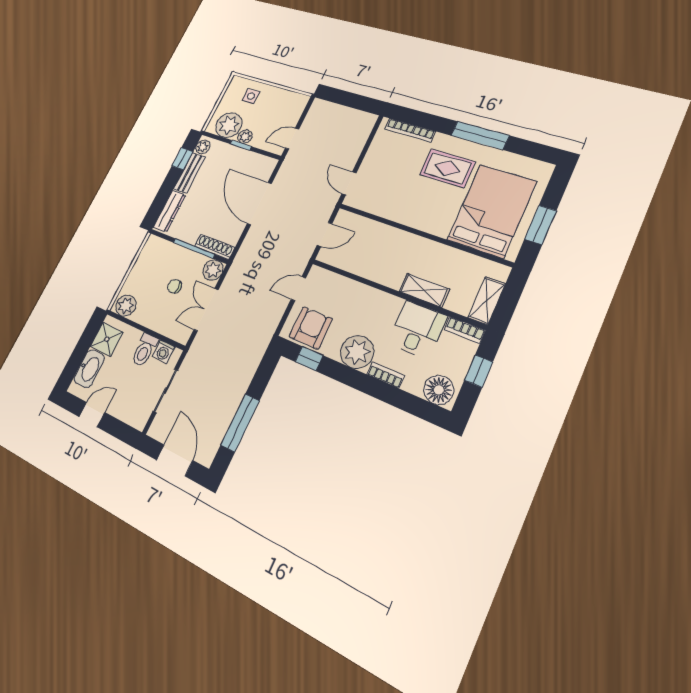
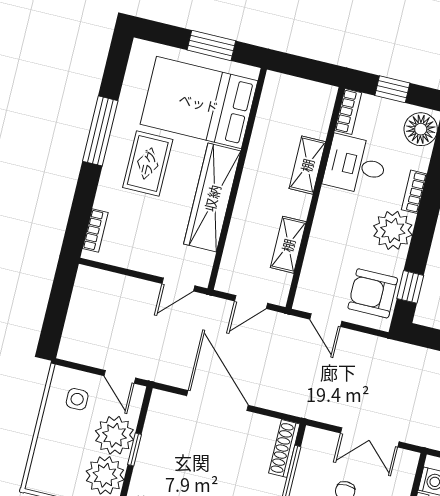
side table: (251, 96) -> (77, 399), moved
bookcase: (410, 130) -> (95, 230), width x0.64
plant: (245, 137) -> (115, 435), width x1.88, depth x1.88
door: (259, 204) -> (218, 401), swing flipped
wardrobe: (411, 214) -> (212, 198), added
door: (324, 234) -> (251, 302), swing flipped
plant: (213, 270) -> (316, 442), removed
shelving: (487, 301) -> (288, 245), moved, turned 90

